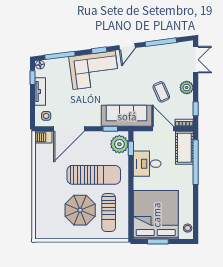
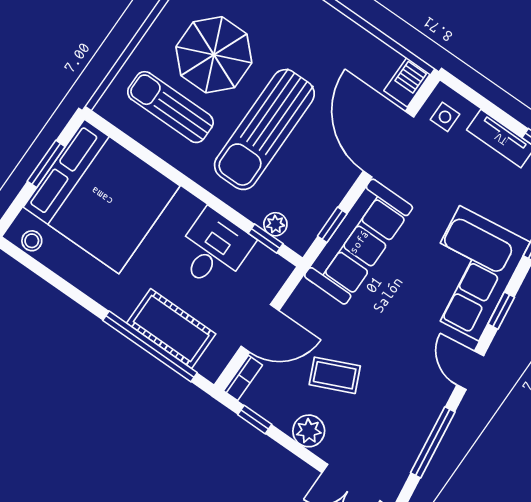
sofa: (127, 116) -> (359, 242), moved
plant: (119, 144) -> (275, 224), width x0.53, depth x0.53
cot: (184, 148) -> (171, 328), moved

